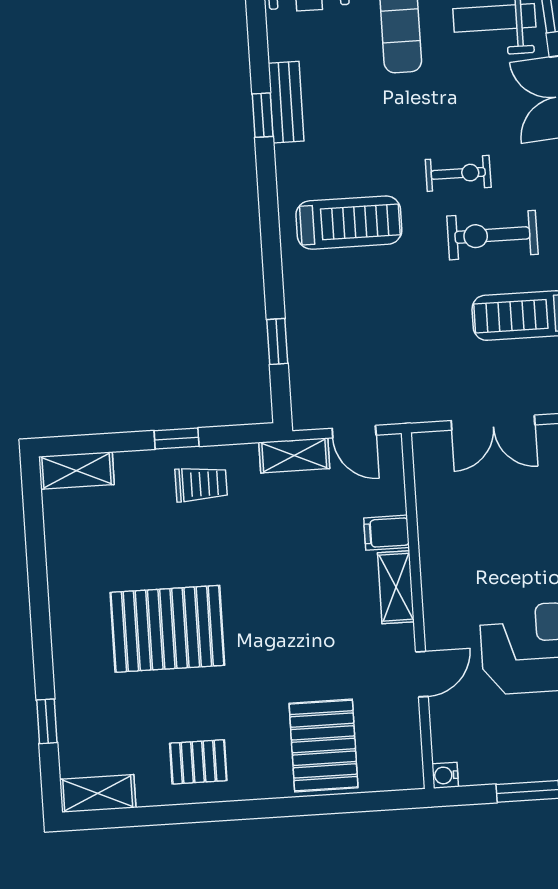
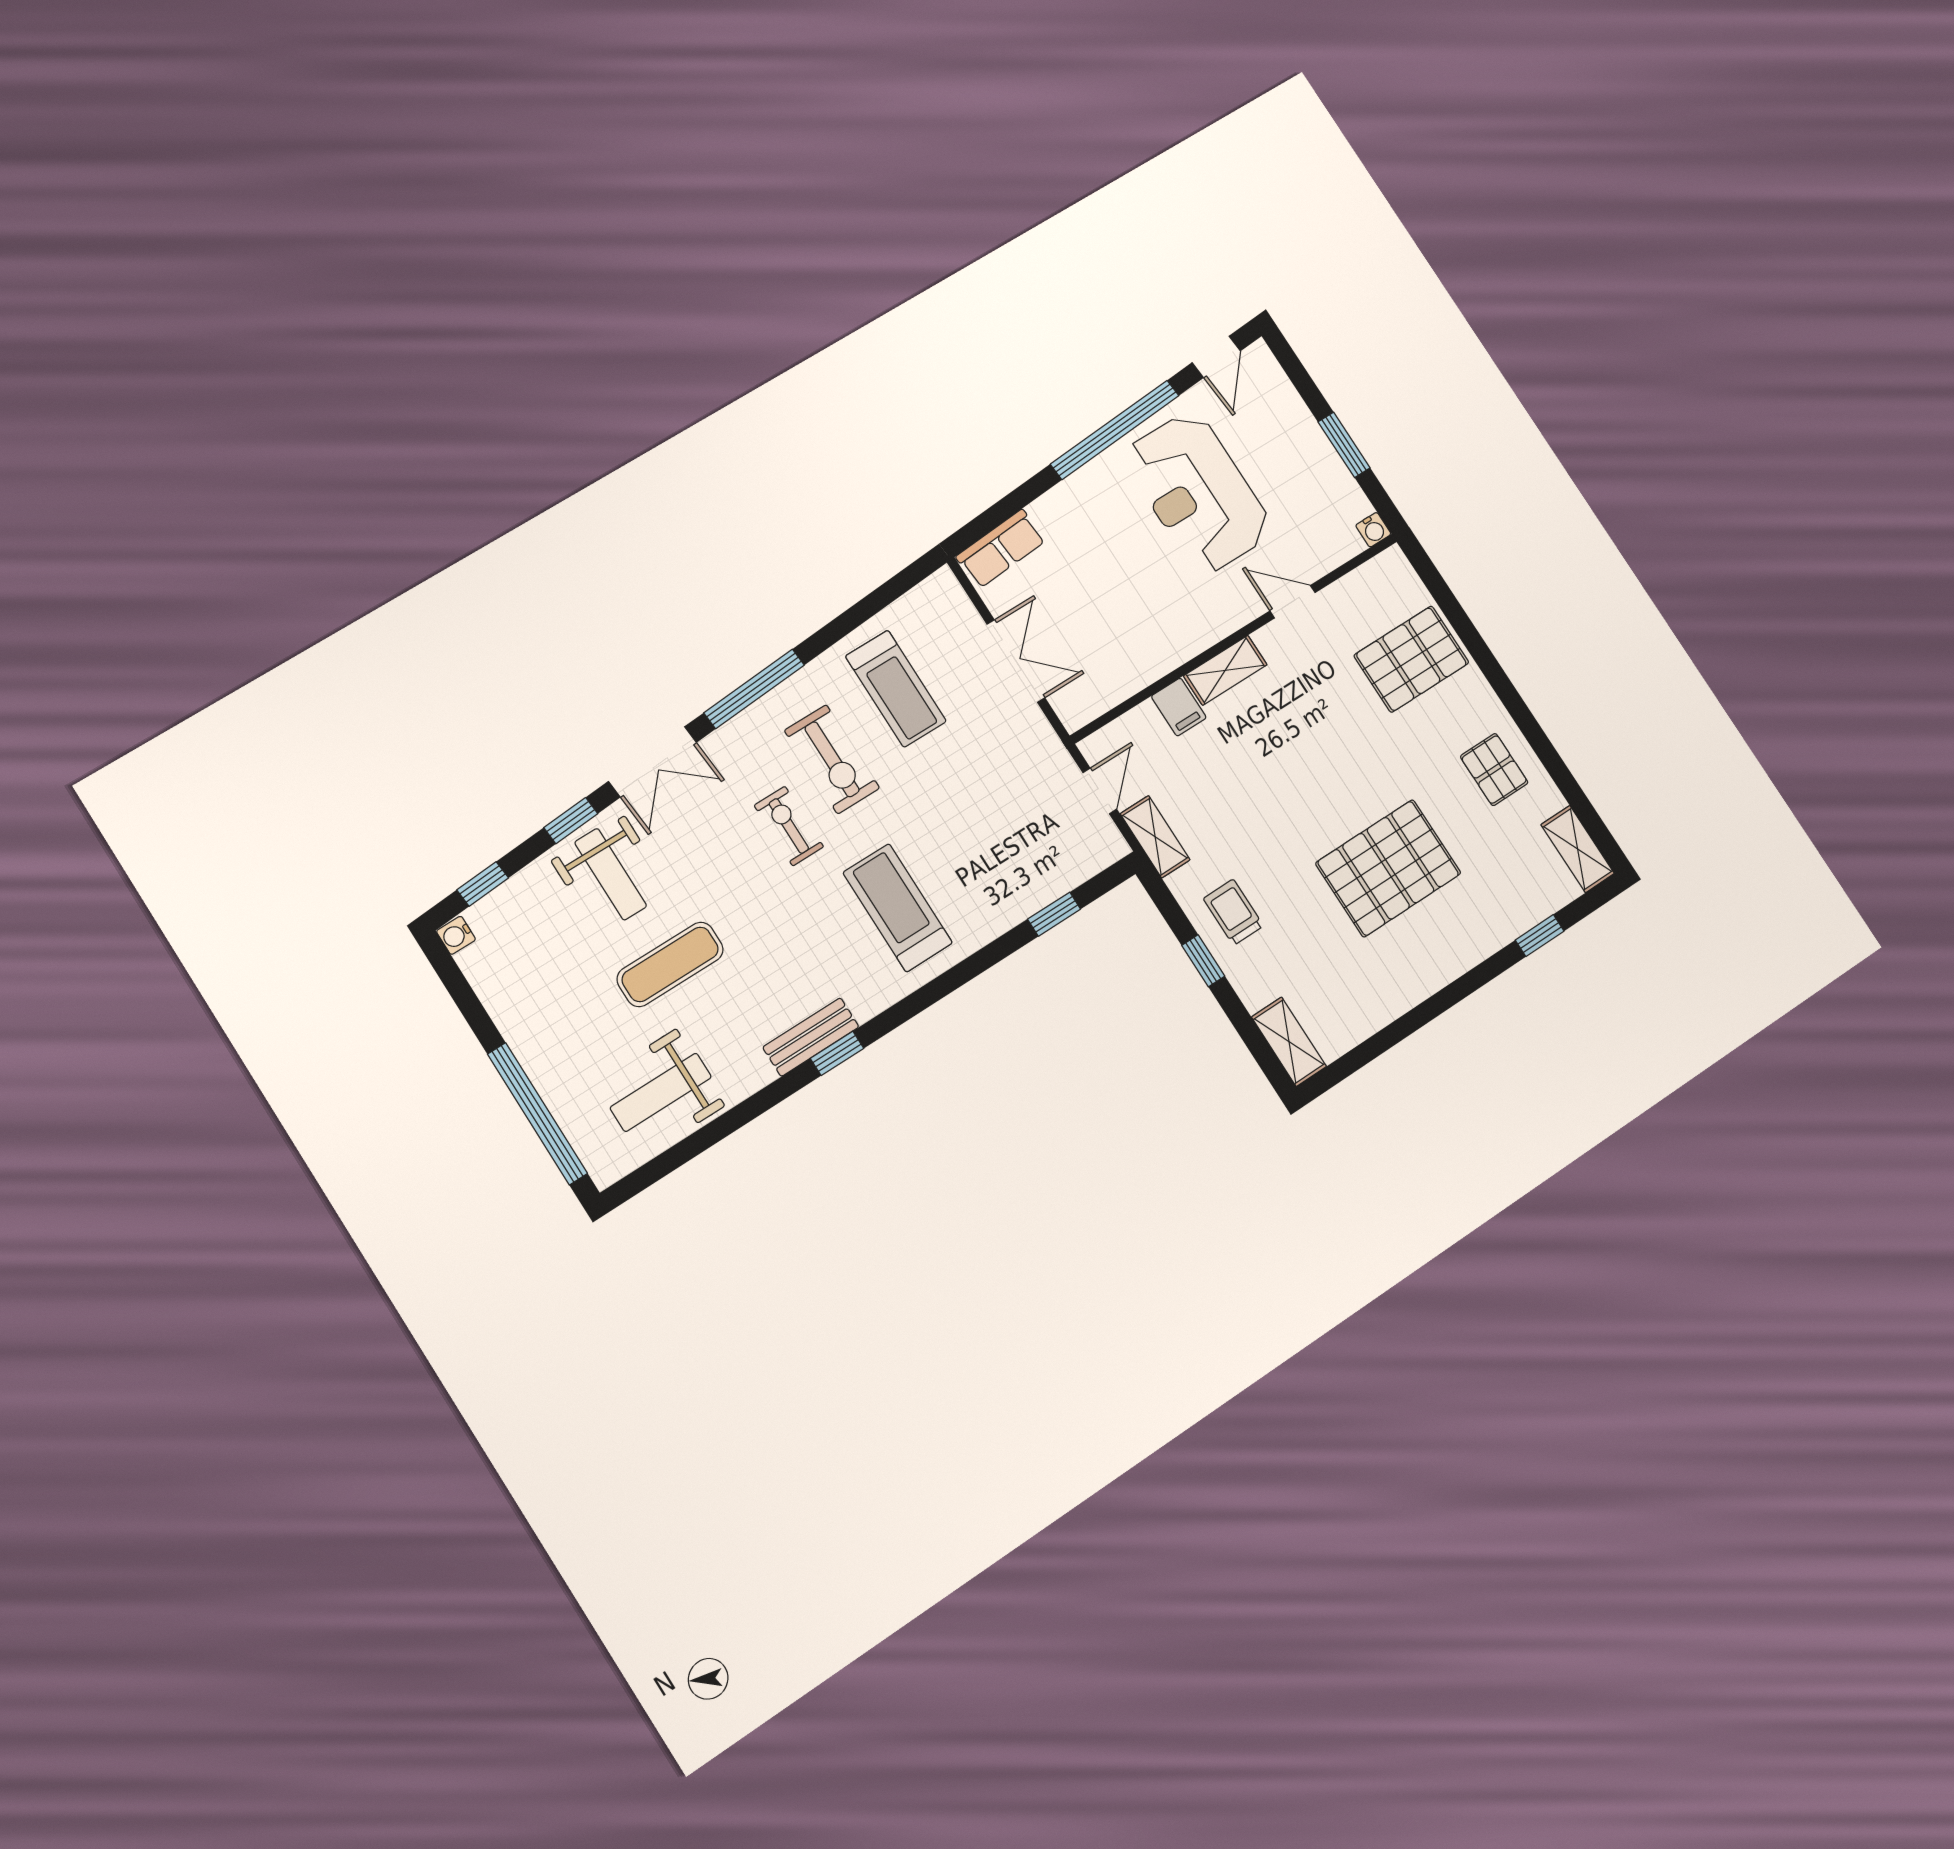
pallet: (167, 629) -> (1388, 868), turned 90

